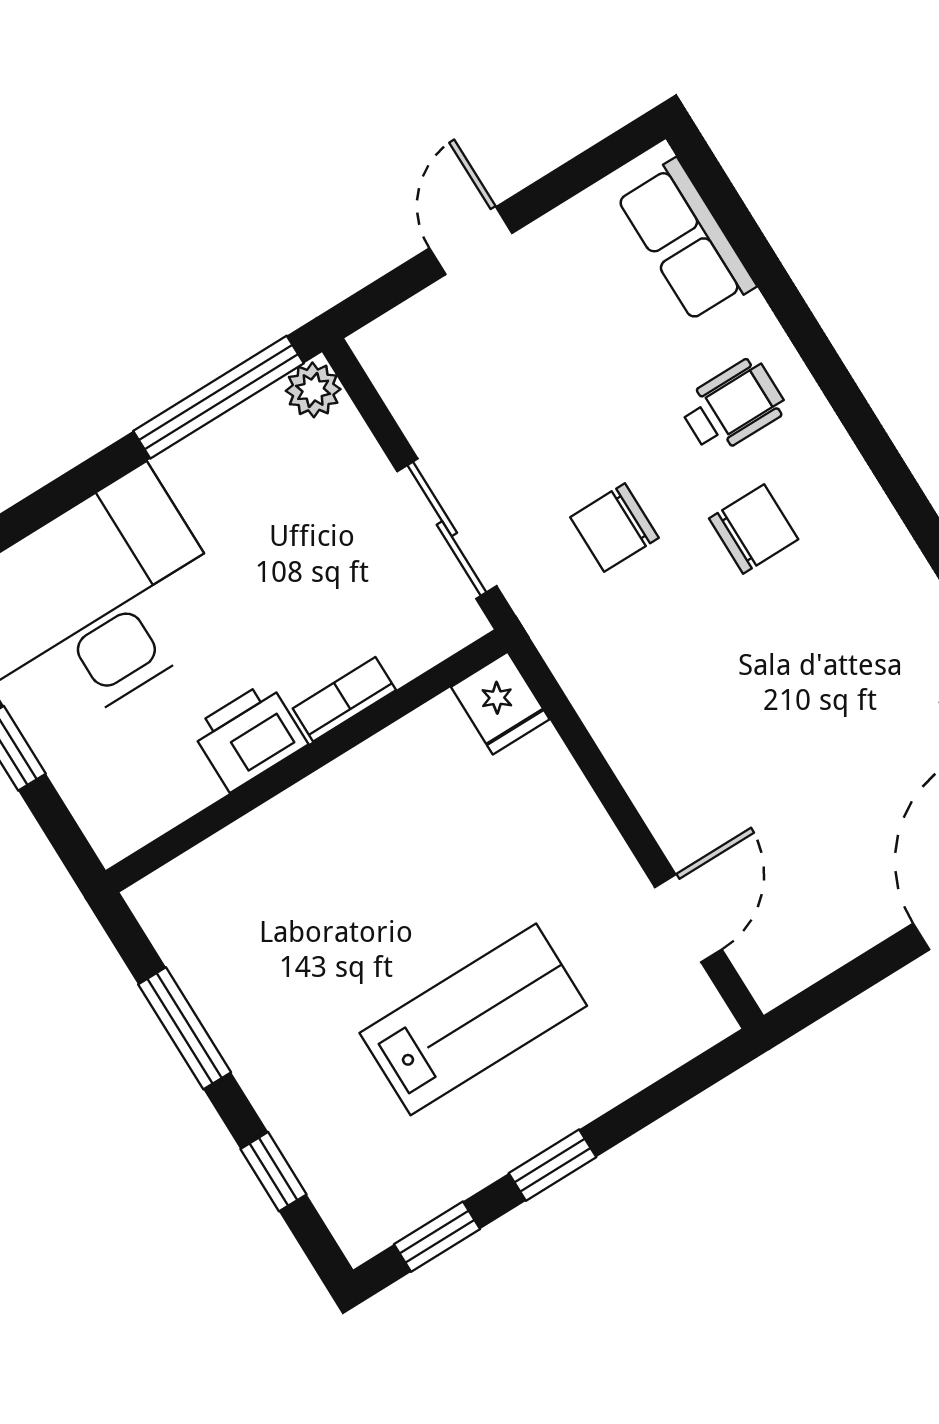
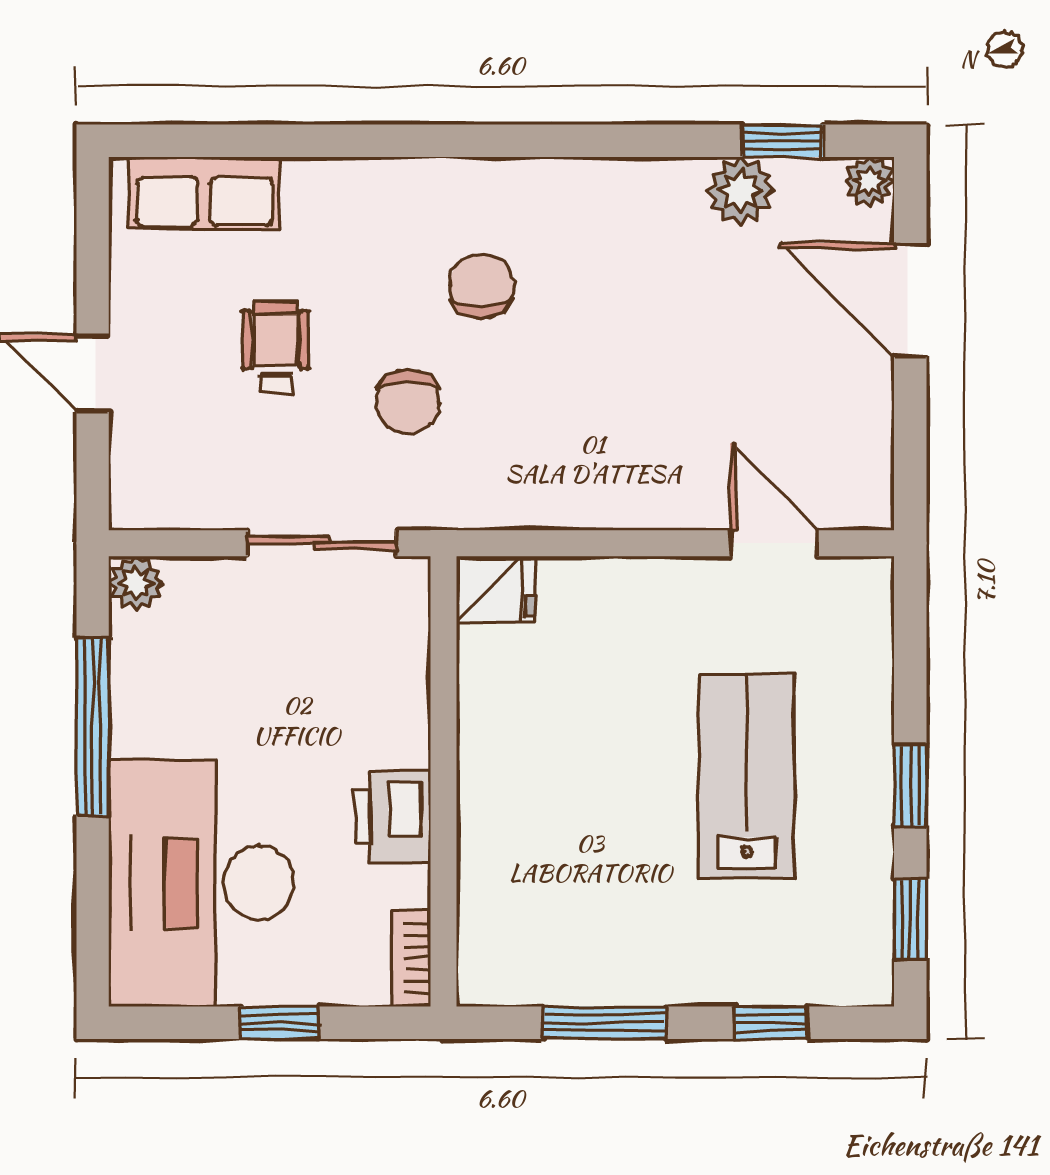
window: (219, 397) -> (93, 727), moved
wheelchair: (733, 406) -> (276, 347), moved
bookcase: (344, 699) -> (411, 959), moved

